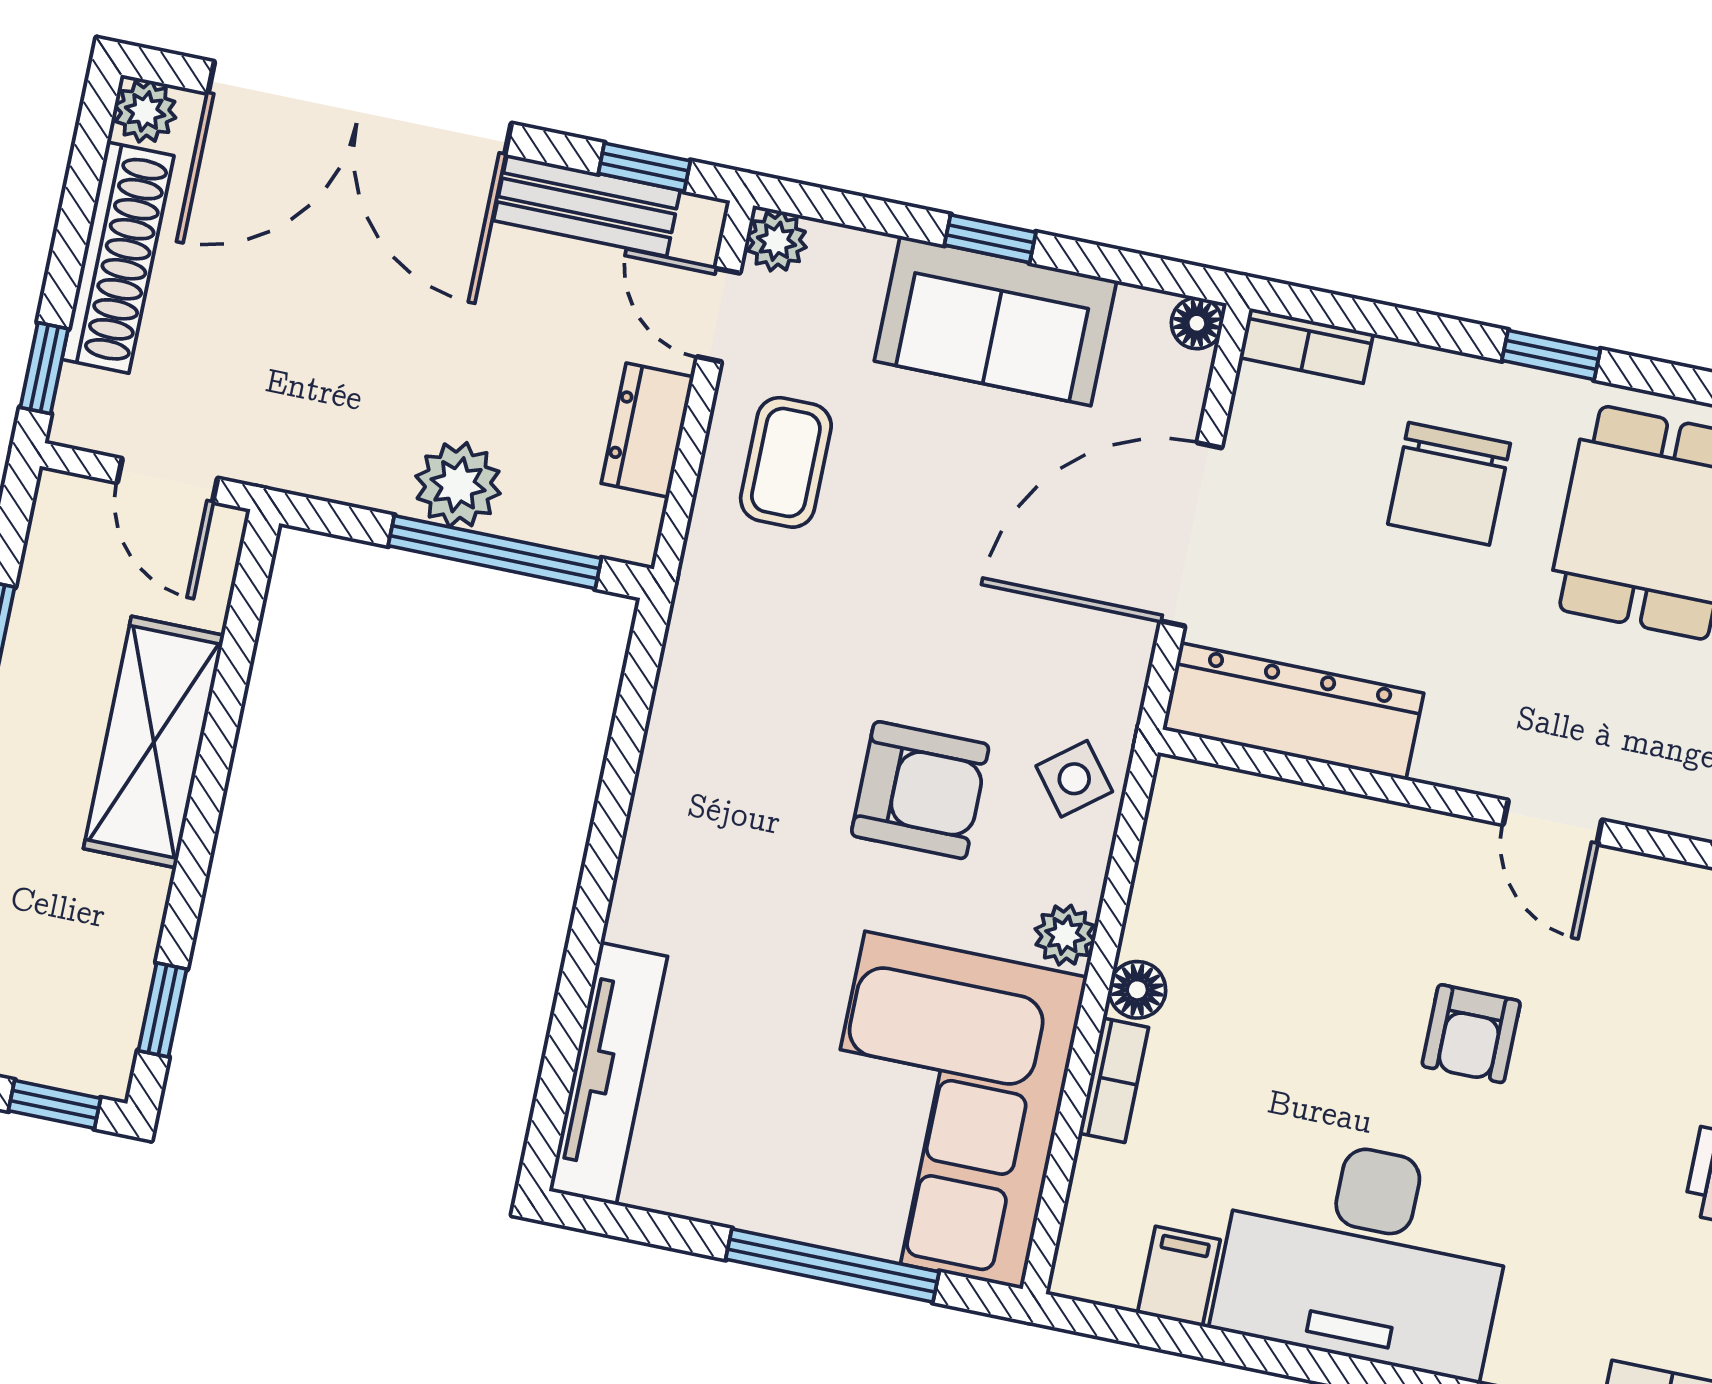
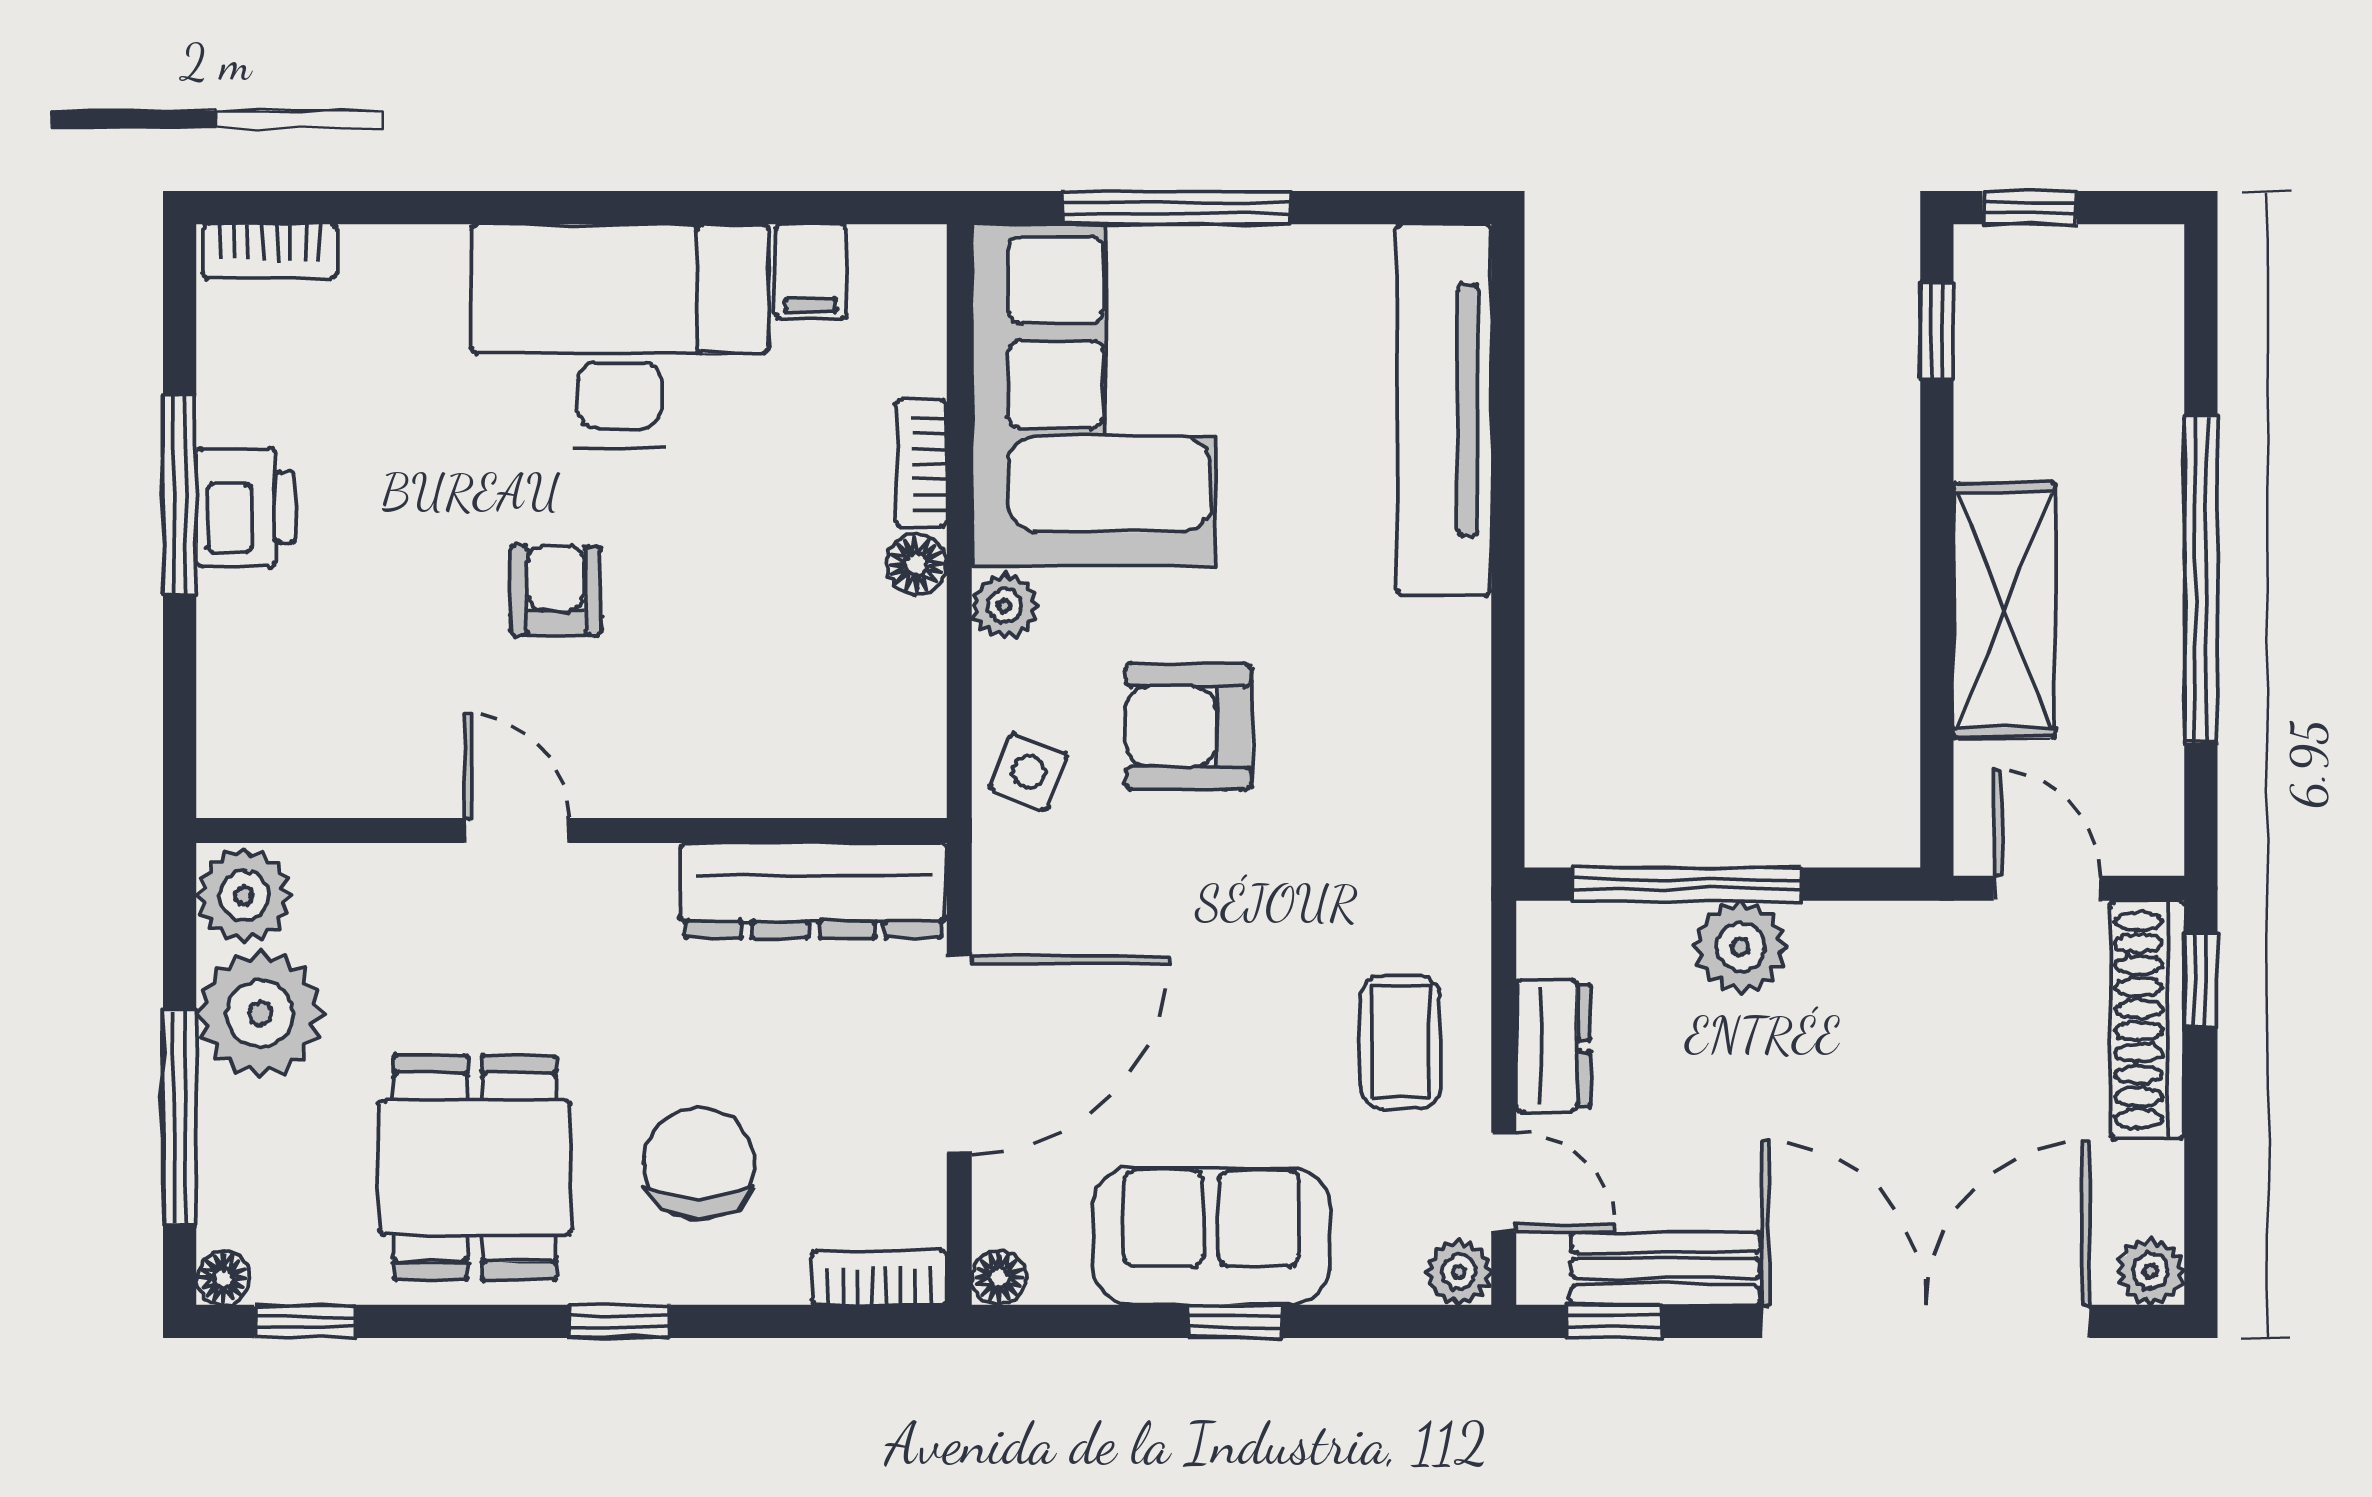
shoe rack: (118, 258) -> (2147, 1020), moved
side table: (1074, 779) -> (1029, 772), turned -31
tv unit: (608, 1074) -> (1444, 410), width x1.36, depth x1.29

